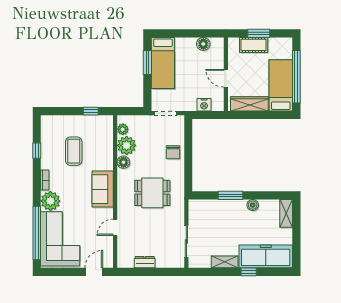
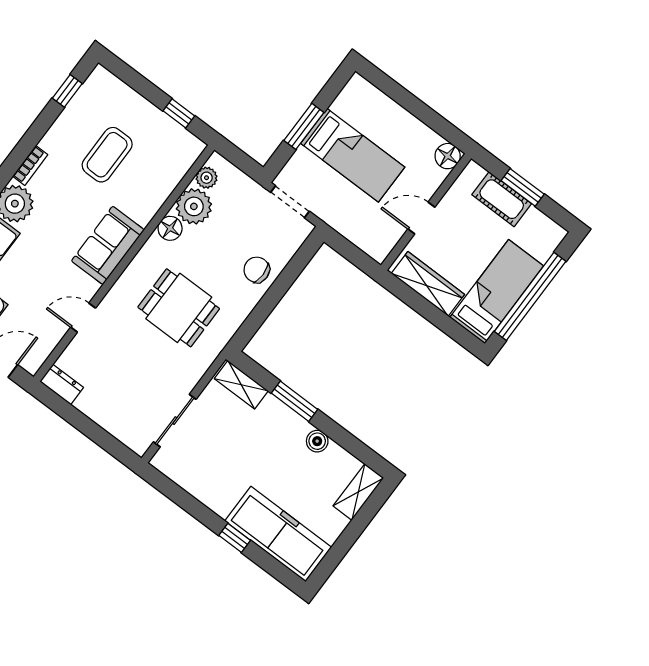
floor lamp: (203, 44) -> (448, 156), moved
window: (147, 63) -> (304, 126), moved
bed: (163, 63) -> (353, 155), moved, turned -90
door: (226, 78) -> (421, 218), hinge flipped
nightstand: (204, 105) -> (358, 233), removed
window: (37, 151) -> (67, 91), moved
chair: (173, 152) -> (257, 270), turned 90
dresser: (145, 262) -> (62, 384), moved
shelving: (225, 262) -> (241, 385), moved

